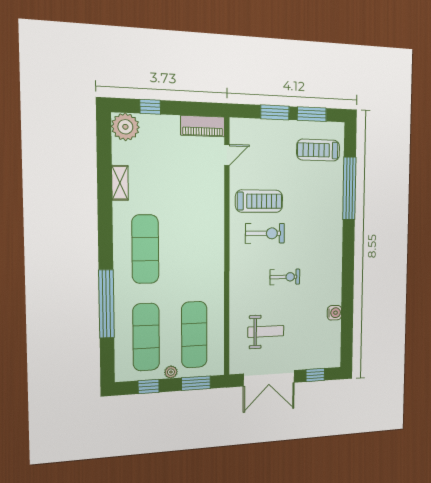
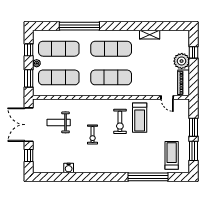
plant: (125, 127) -> (182, 61), moved
exercise mat: (194, 249) -> (111, 77), added
weight bench: (266, 331) -> (59, 122), turned 90

